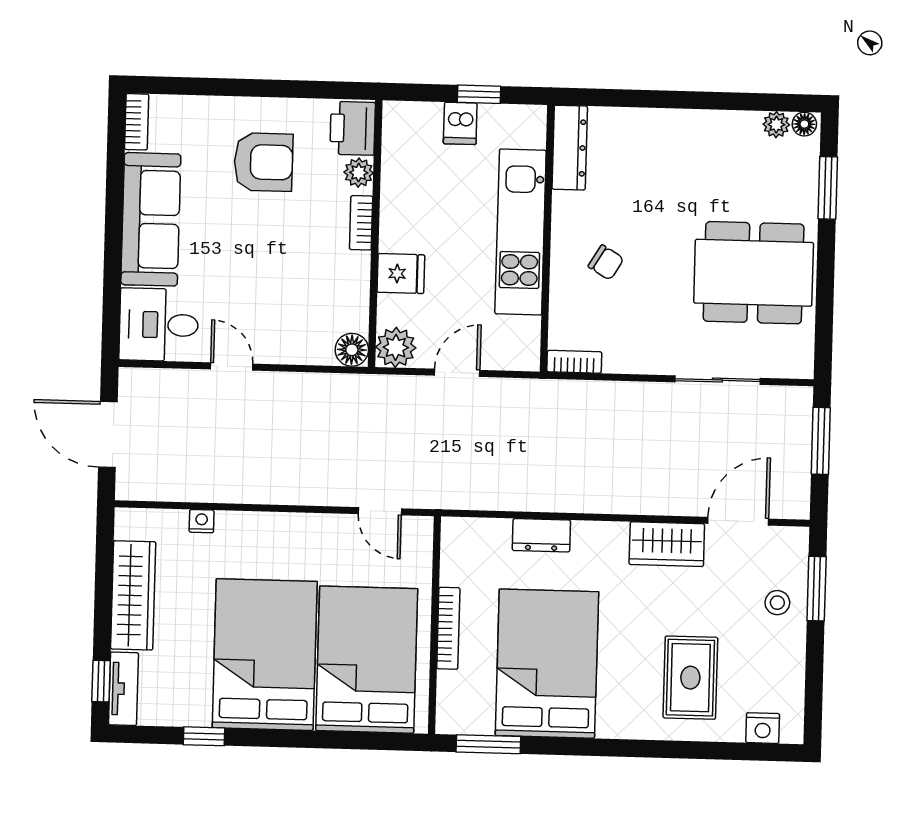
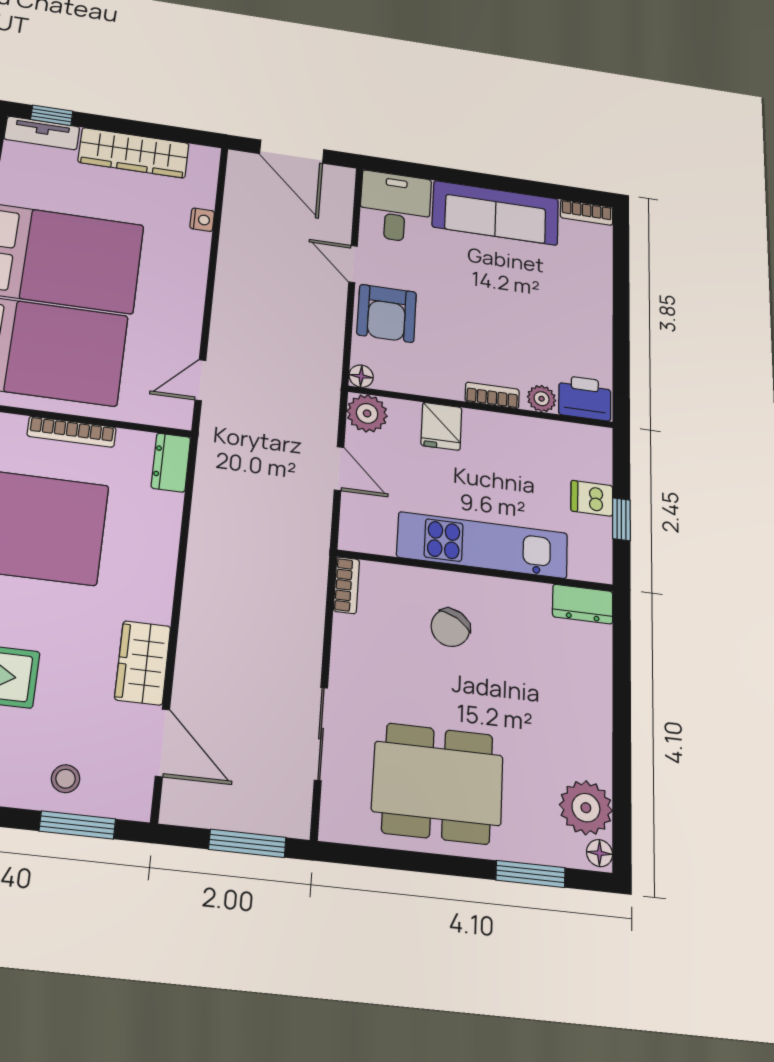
plant: (776, 125) -> (586, 808), width x1.87, depth x1.87
dresser: (570, 148) -> (583, 604), width x0.70
armchair: (263, 162) -> (387, 313), moved
chair: (606, 262) -> (450, 628), width x1.37, depth x1.37
dining table: (754, 273) -> (438, 783), turned 90
floor lamp: (352, 350) -> (361, 376), width x0.73, depth x0.73
door: (232, 367) -> (353, 264), swing flipped
door: (108, 434) -> (292, 152), swing flipped
dresser: (541, 535) -> (171, 462), moved

